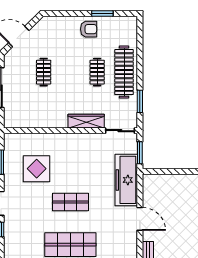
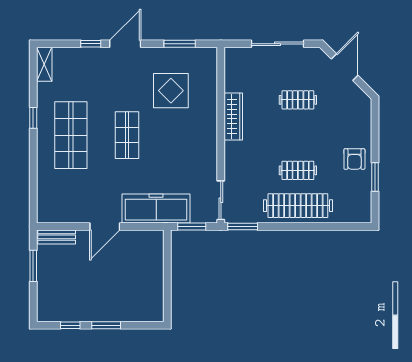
window: (140, 101) -> (243, 226), moved
wardrobe: (86, 121) -> (233, 116), moved

